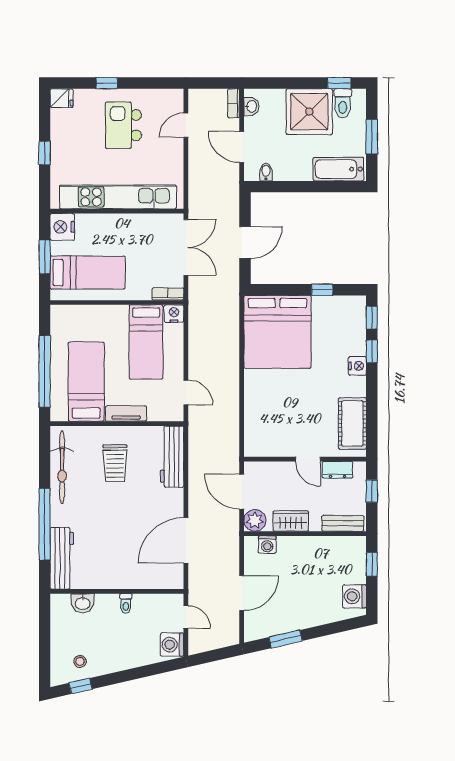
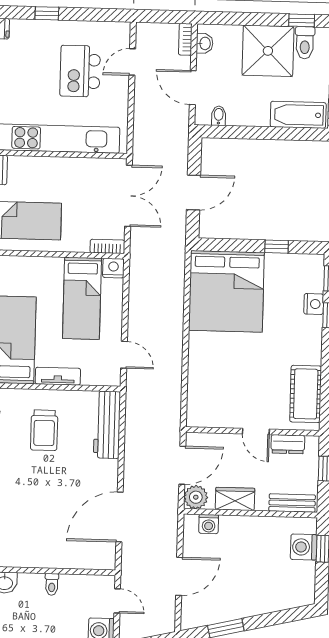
kitchen island: (123, 125) -> (80, 71), moved
nightstand: (357, 366) -> (314, 304), moved
door: (242, 492) -> (182, 465), swing flipped
washing machine: (354, 596) -> (304, 547), moved

